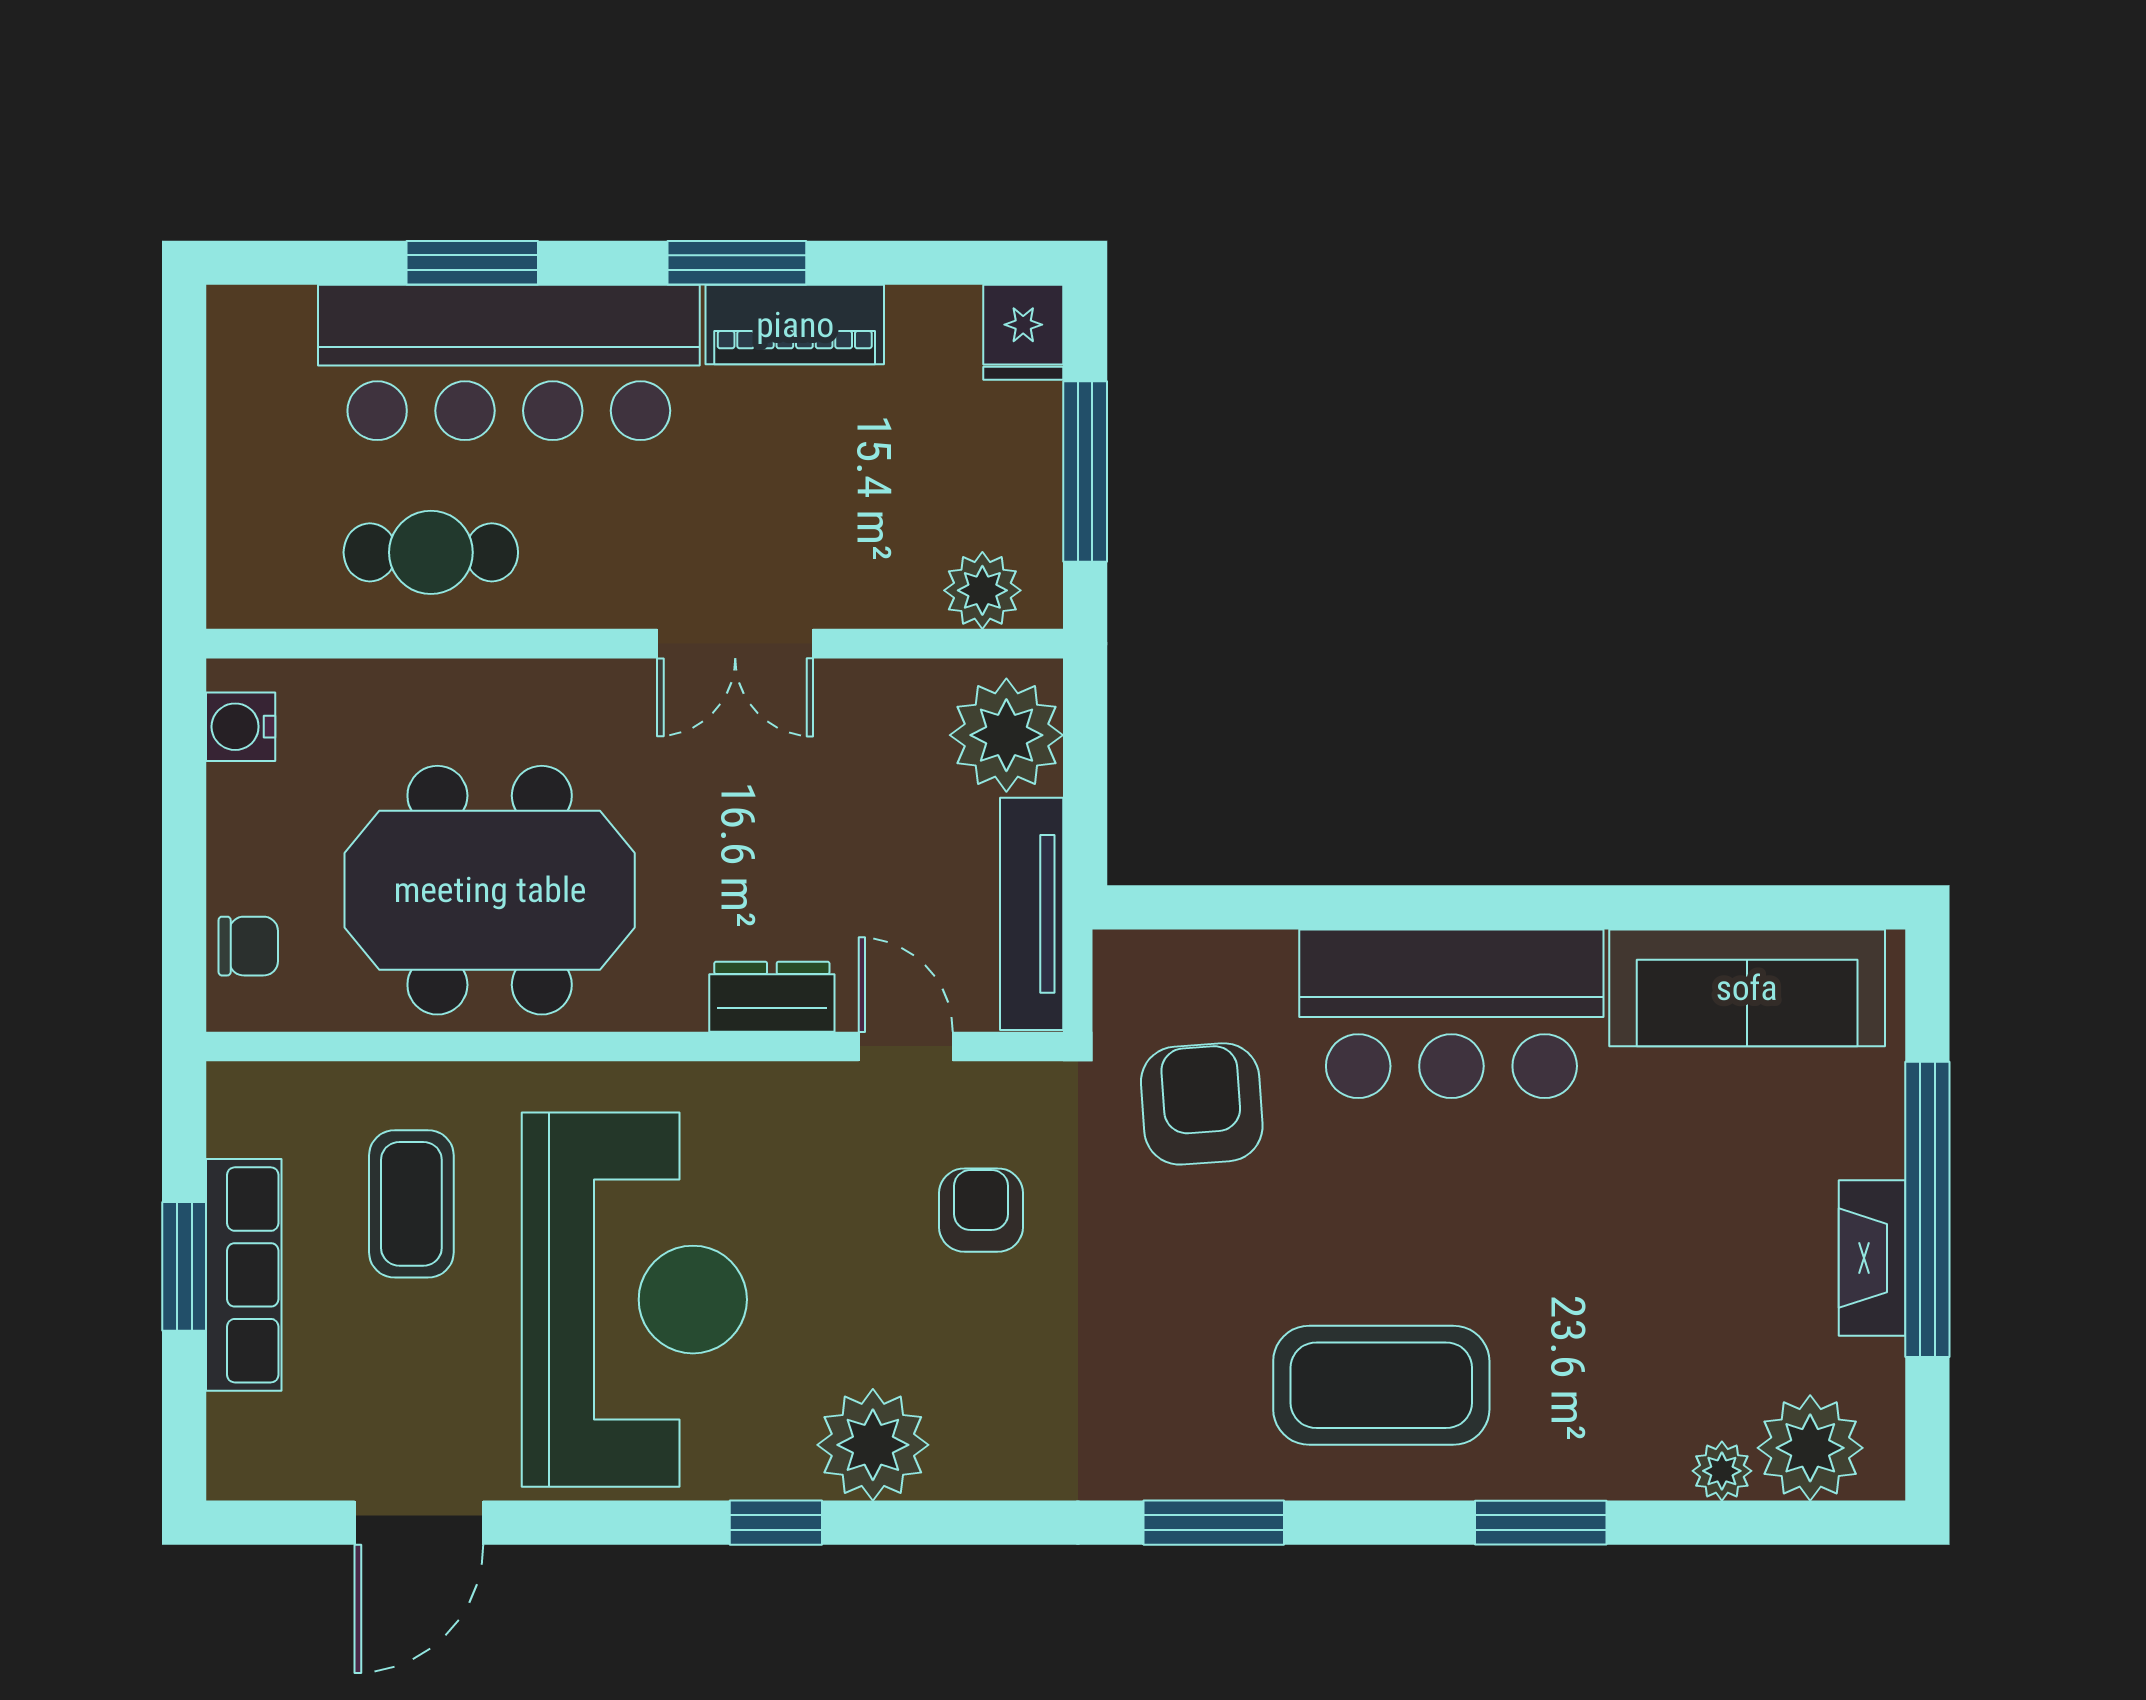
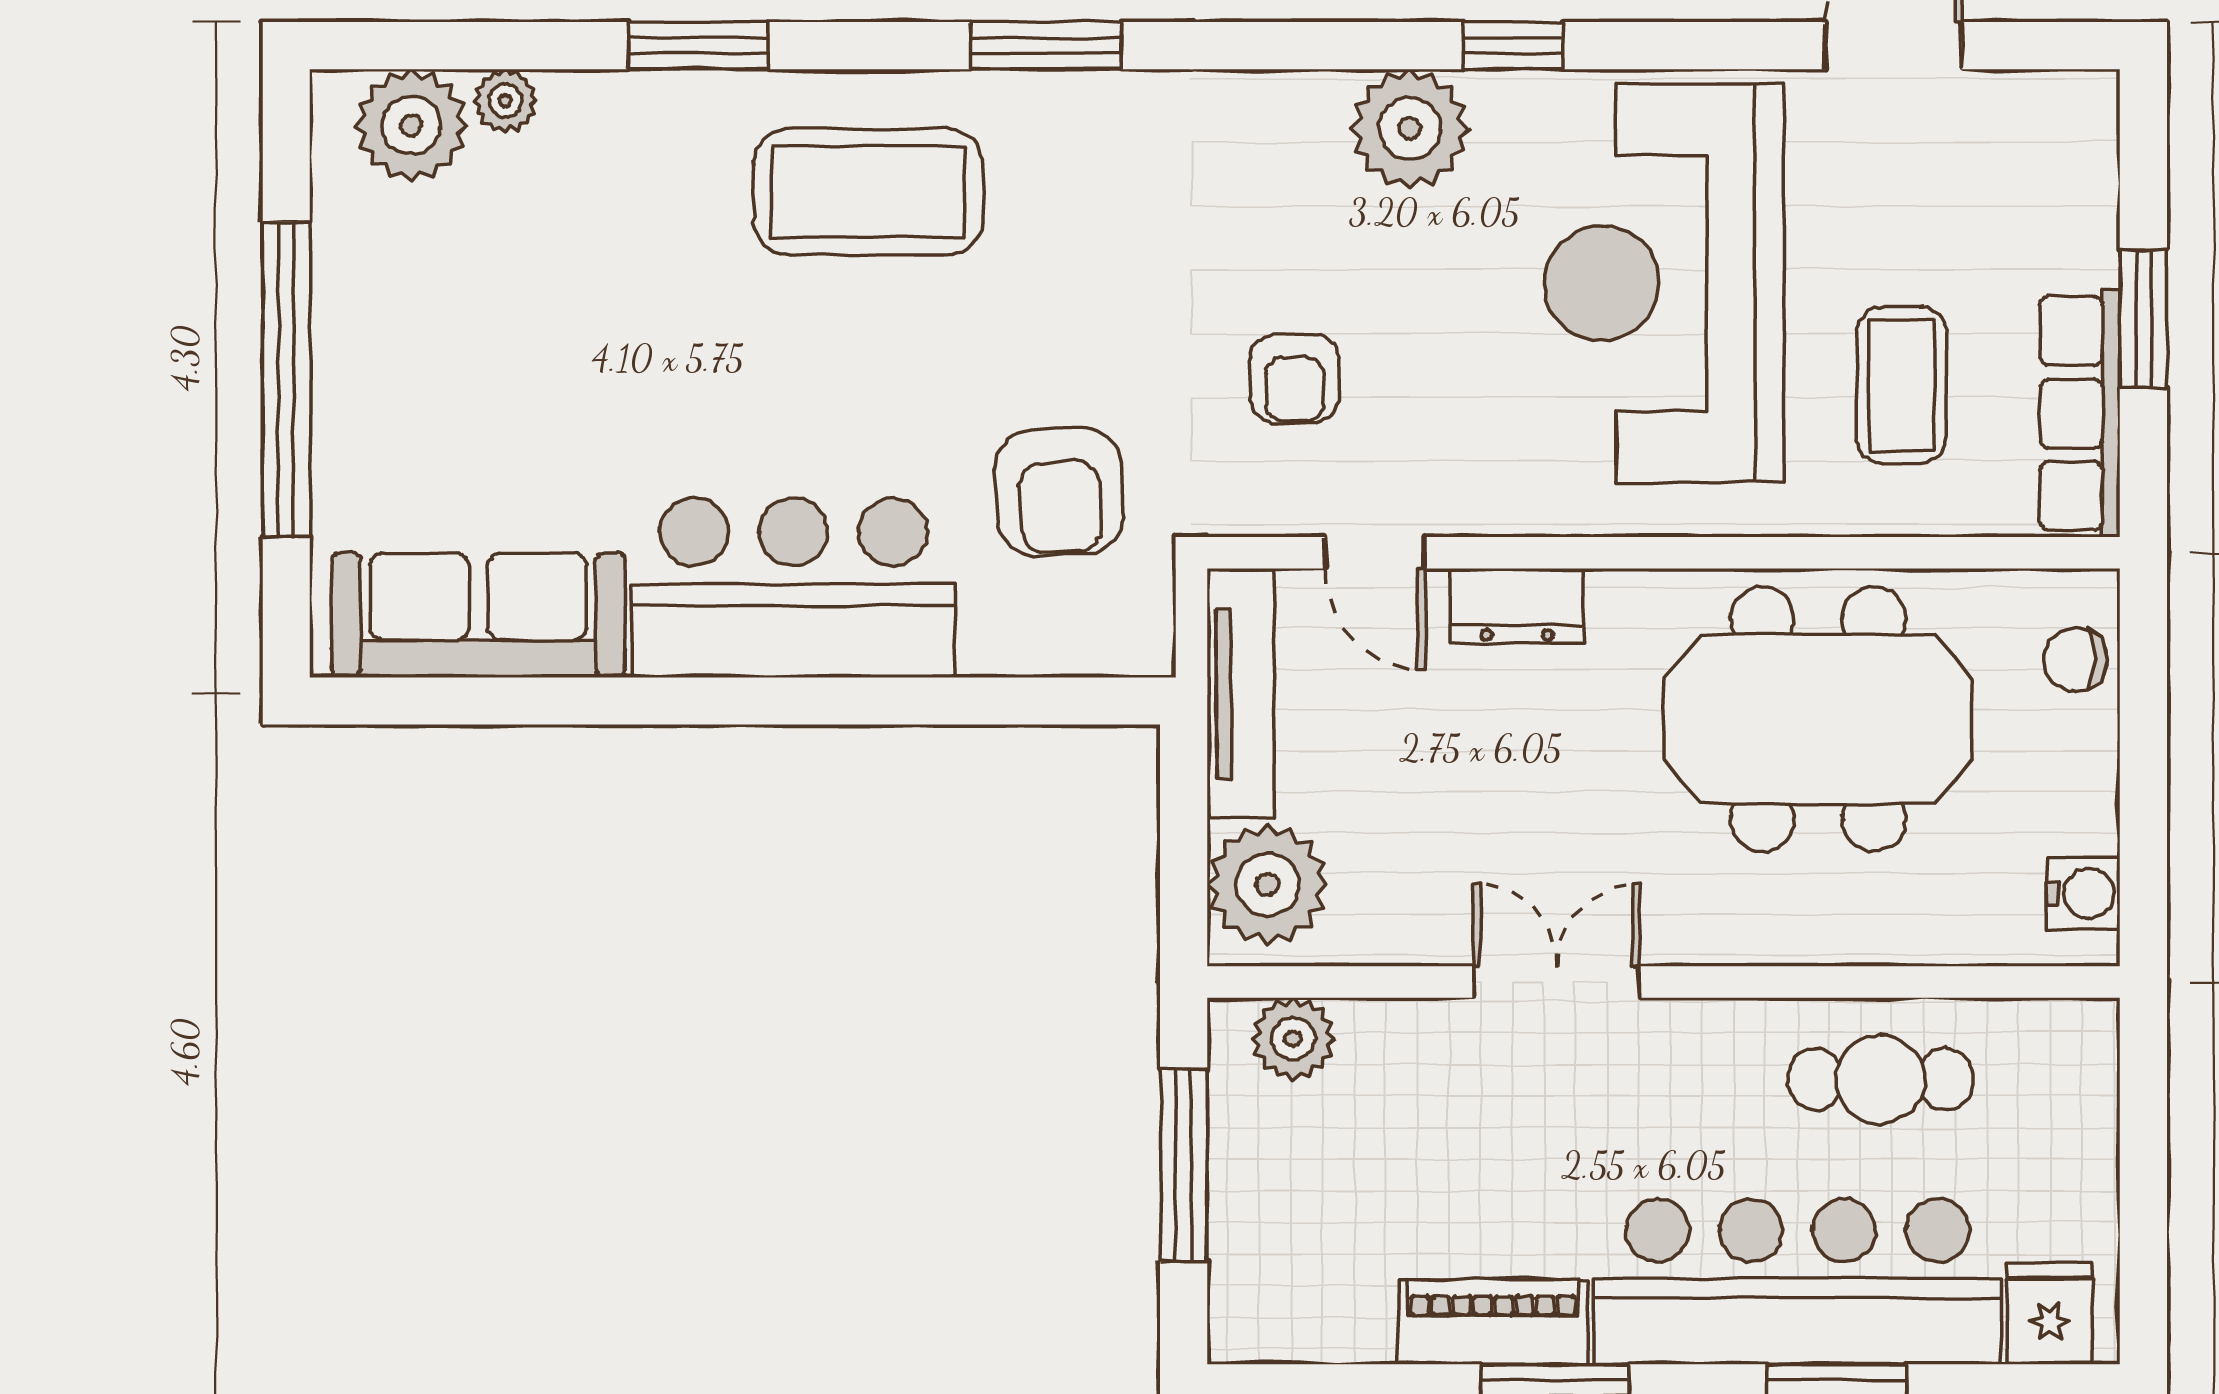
fridge: (1023, 332) -> (2050, 1314), moved
fireplace: (1872, 1258) -> (345, 327), removed
row of seats: (244, 1275) -> (2080, 414), moved

